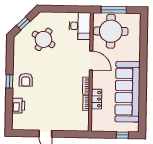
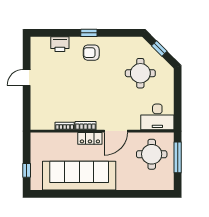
round table: (111, 31) -> (152, 154), width x0.73, depth x0.73
round table: (43, 39) -> (140, 73), turned -31
locker: (96, 99) -> (90, 138), moved

